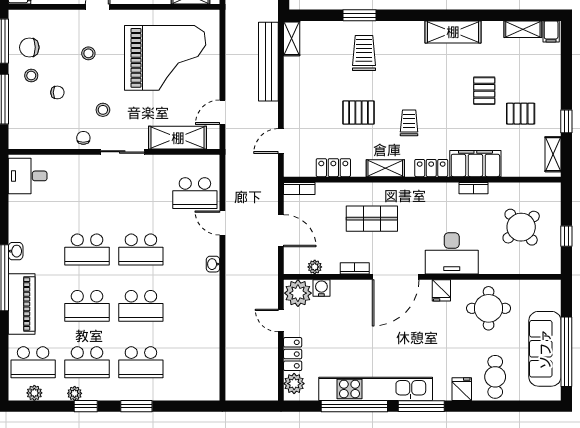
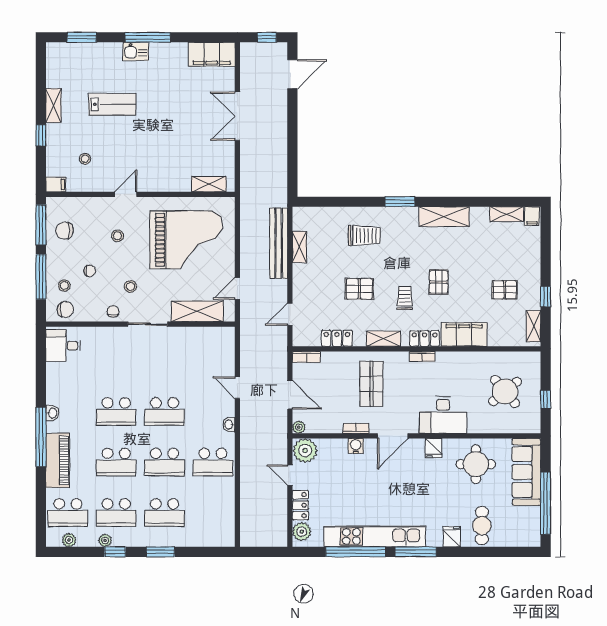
window: (359, 15) -> (400, 202), moved
shelving: (292, 38) -> (300, 247), moved
trolley: (364, 53) -> (364, 236), turned 90
stool: (31, 76) -> (64, 285), moved
pallet: (484, 91) -> (439, 282), moved
chair: (30, 136) -> (65, 309), added
bookcase: (474, 188) -> (422, 356), moved
school desk: (195, 193) -> (213, 462), moved
shop shelf: (372, 219) -> (371, 384), turned 90
plant: (315, 267) -> (299, 427), moved
door: (396, 277) -> (393, 436), width x0.73
water cooler: (321, 288) -> (356, 446), moved
sofa: (545, 349) -> (526, 472), moved

